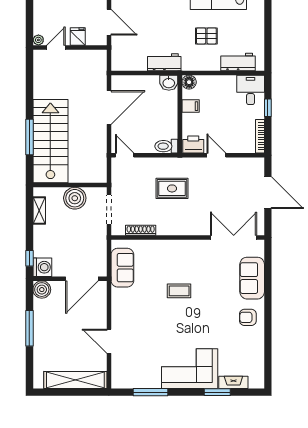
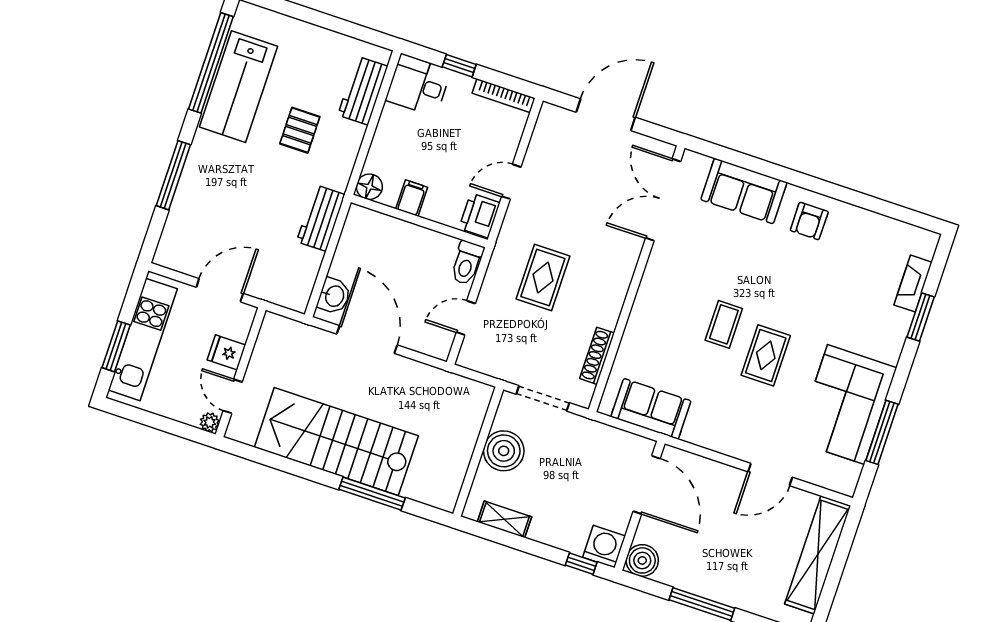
washbasin: (169, 83) -> (334, 296), moved
stairs: (50, 141) -> (336, 442), moved
door: (125, 155) -> (466, 318), moved
rug: (170, 318) -> (766, 355), added
corner sofa: (190, 369) -> (846, 405), moved

